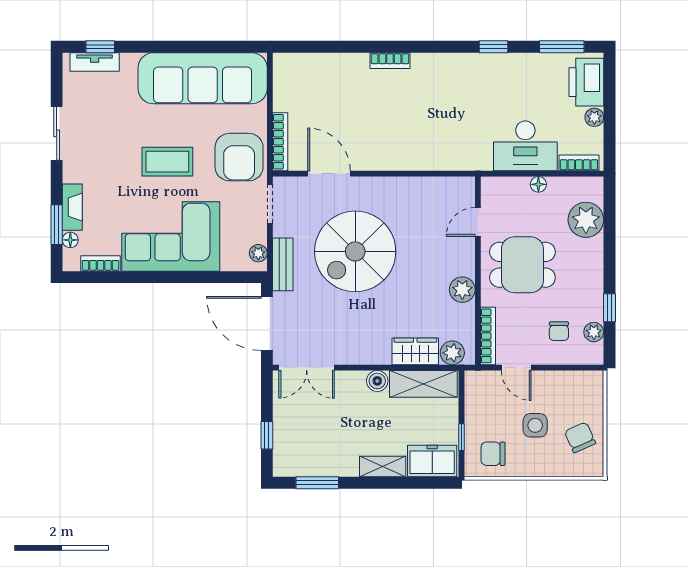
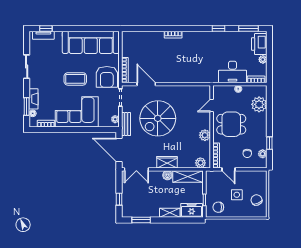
wardrobe: (415, 351) -> (167, 162), moved

